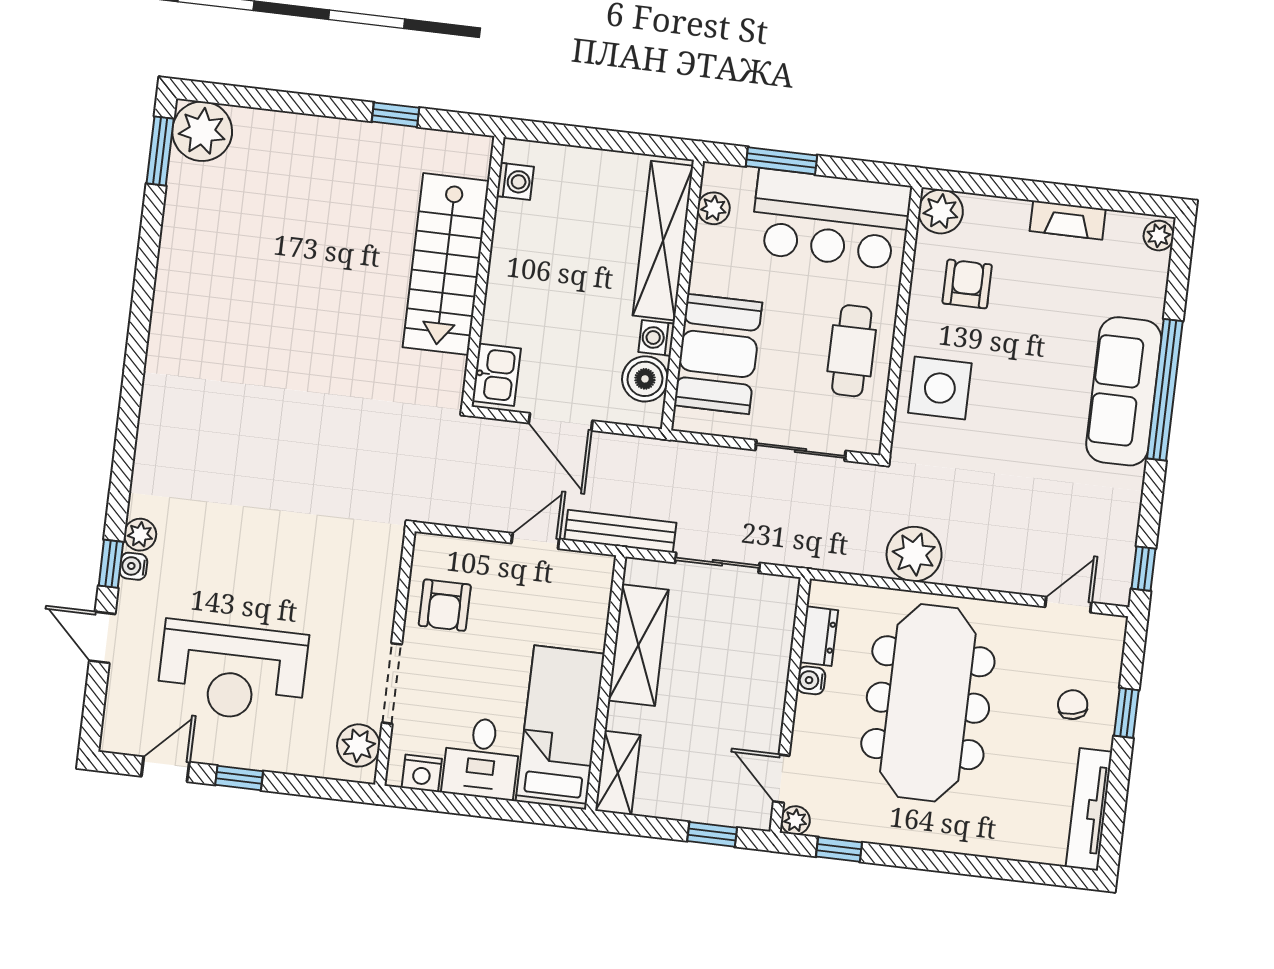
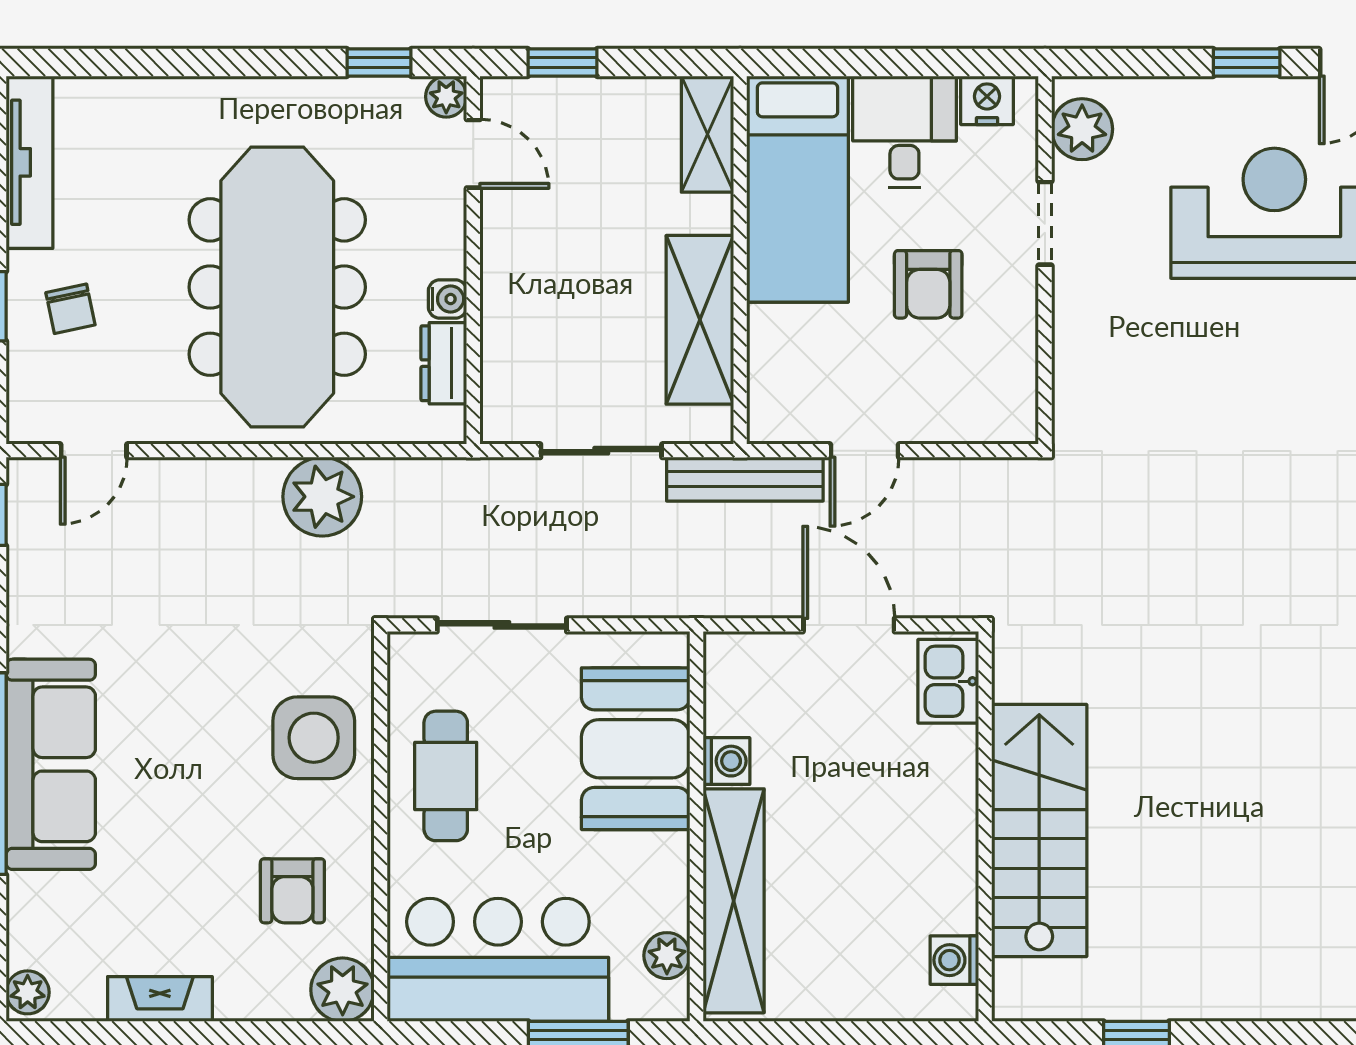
boiler: (645, 379) -> (736, 701), removed
armchair: (445, 605) -> (928, 284), moved, turned 180
doorway: (392, 683) -> (1045, 223), width x0.73

